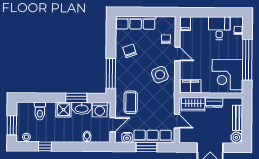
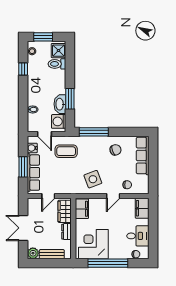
filing cabinet: (185, 24) -> (142, 208), width x2.00
shower: (63, 110) -> (58, 51), moved

